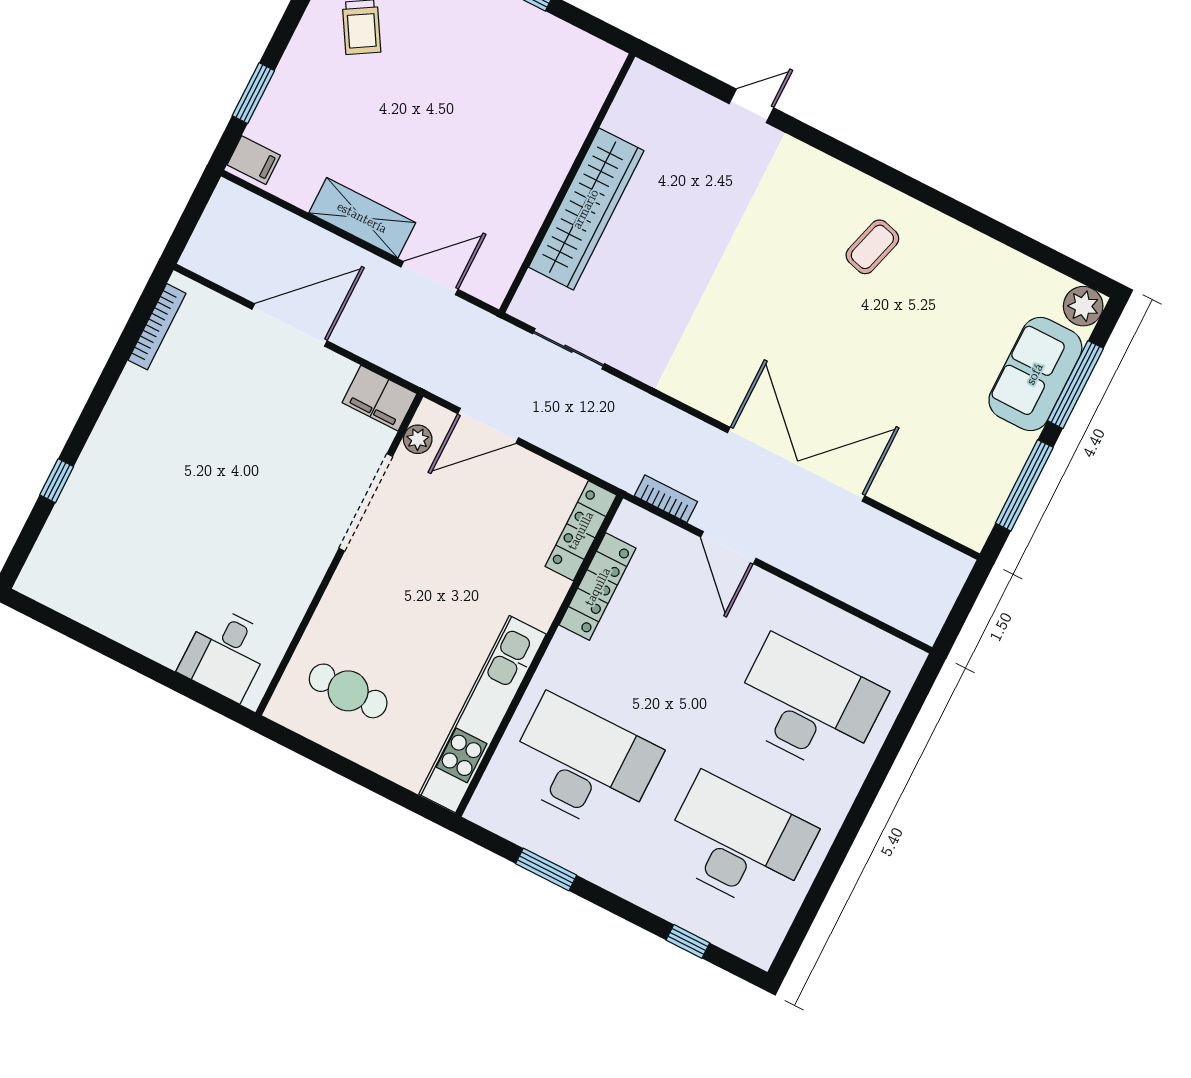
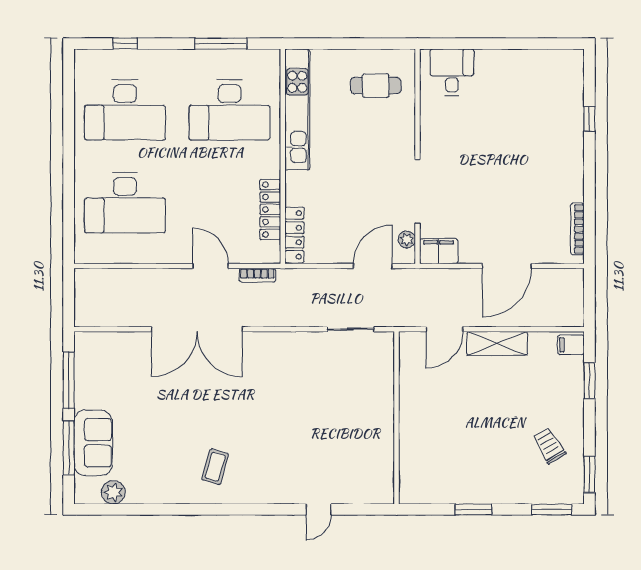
wardrobe: (586, 209) -> (379, 409), removed
plant: (1083, 306) -> (113, 492), moved
window: (546, 869) -> (221, 44), width x1.44

